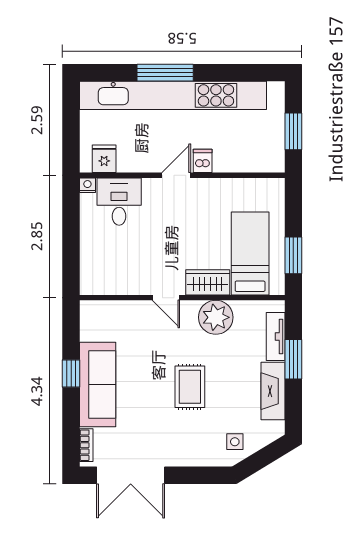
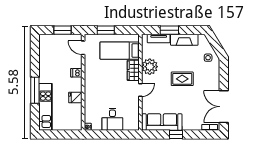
kitchen unit: (173, 95) -> (46, 107), width x0.54
fridge: (104, 159) -> (75, 98), moved
door: (176, 175) -> (83, 48), moved
desk: (119, 202) -> (112, 119), moved, turned -90
window: (293, 255) -> (106, 30), moved
sofa: (98, 385) -> (162, 122), moved
double door: (131, 475) -> (224, 107), swing flipped

